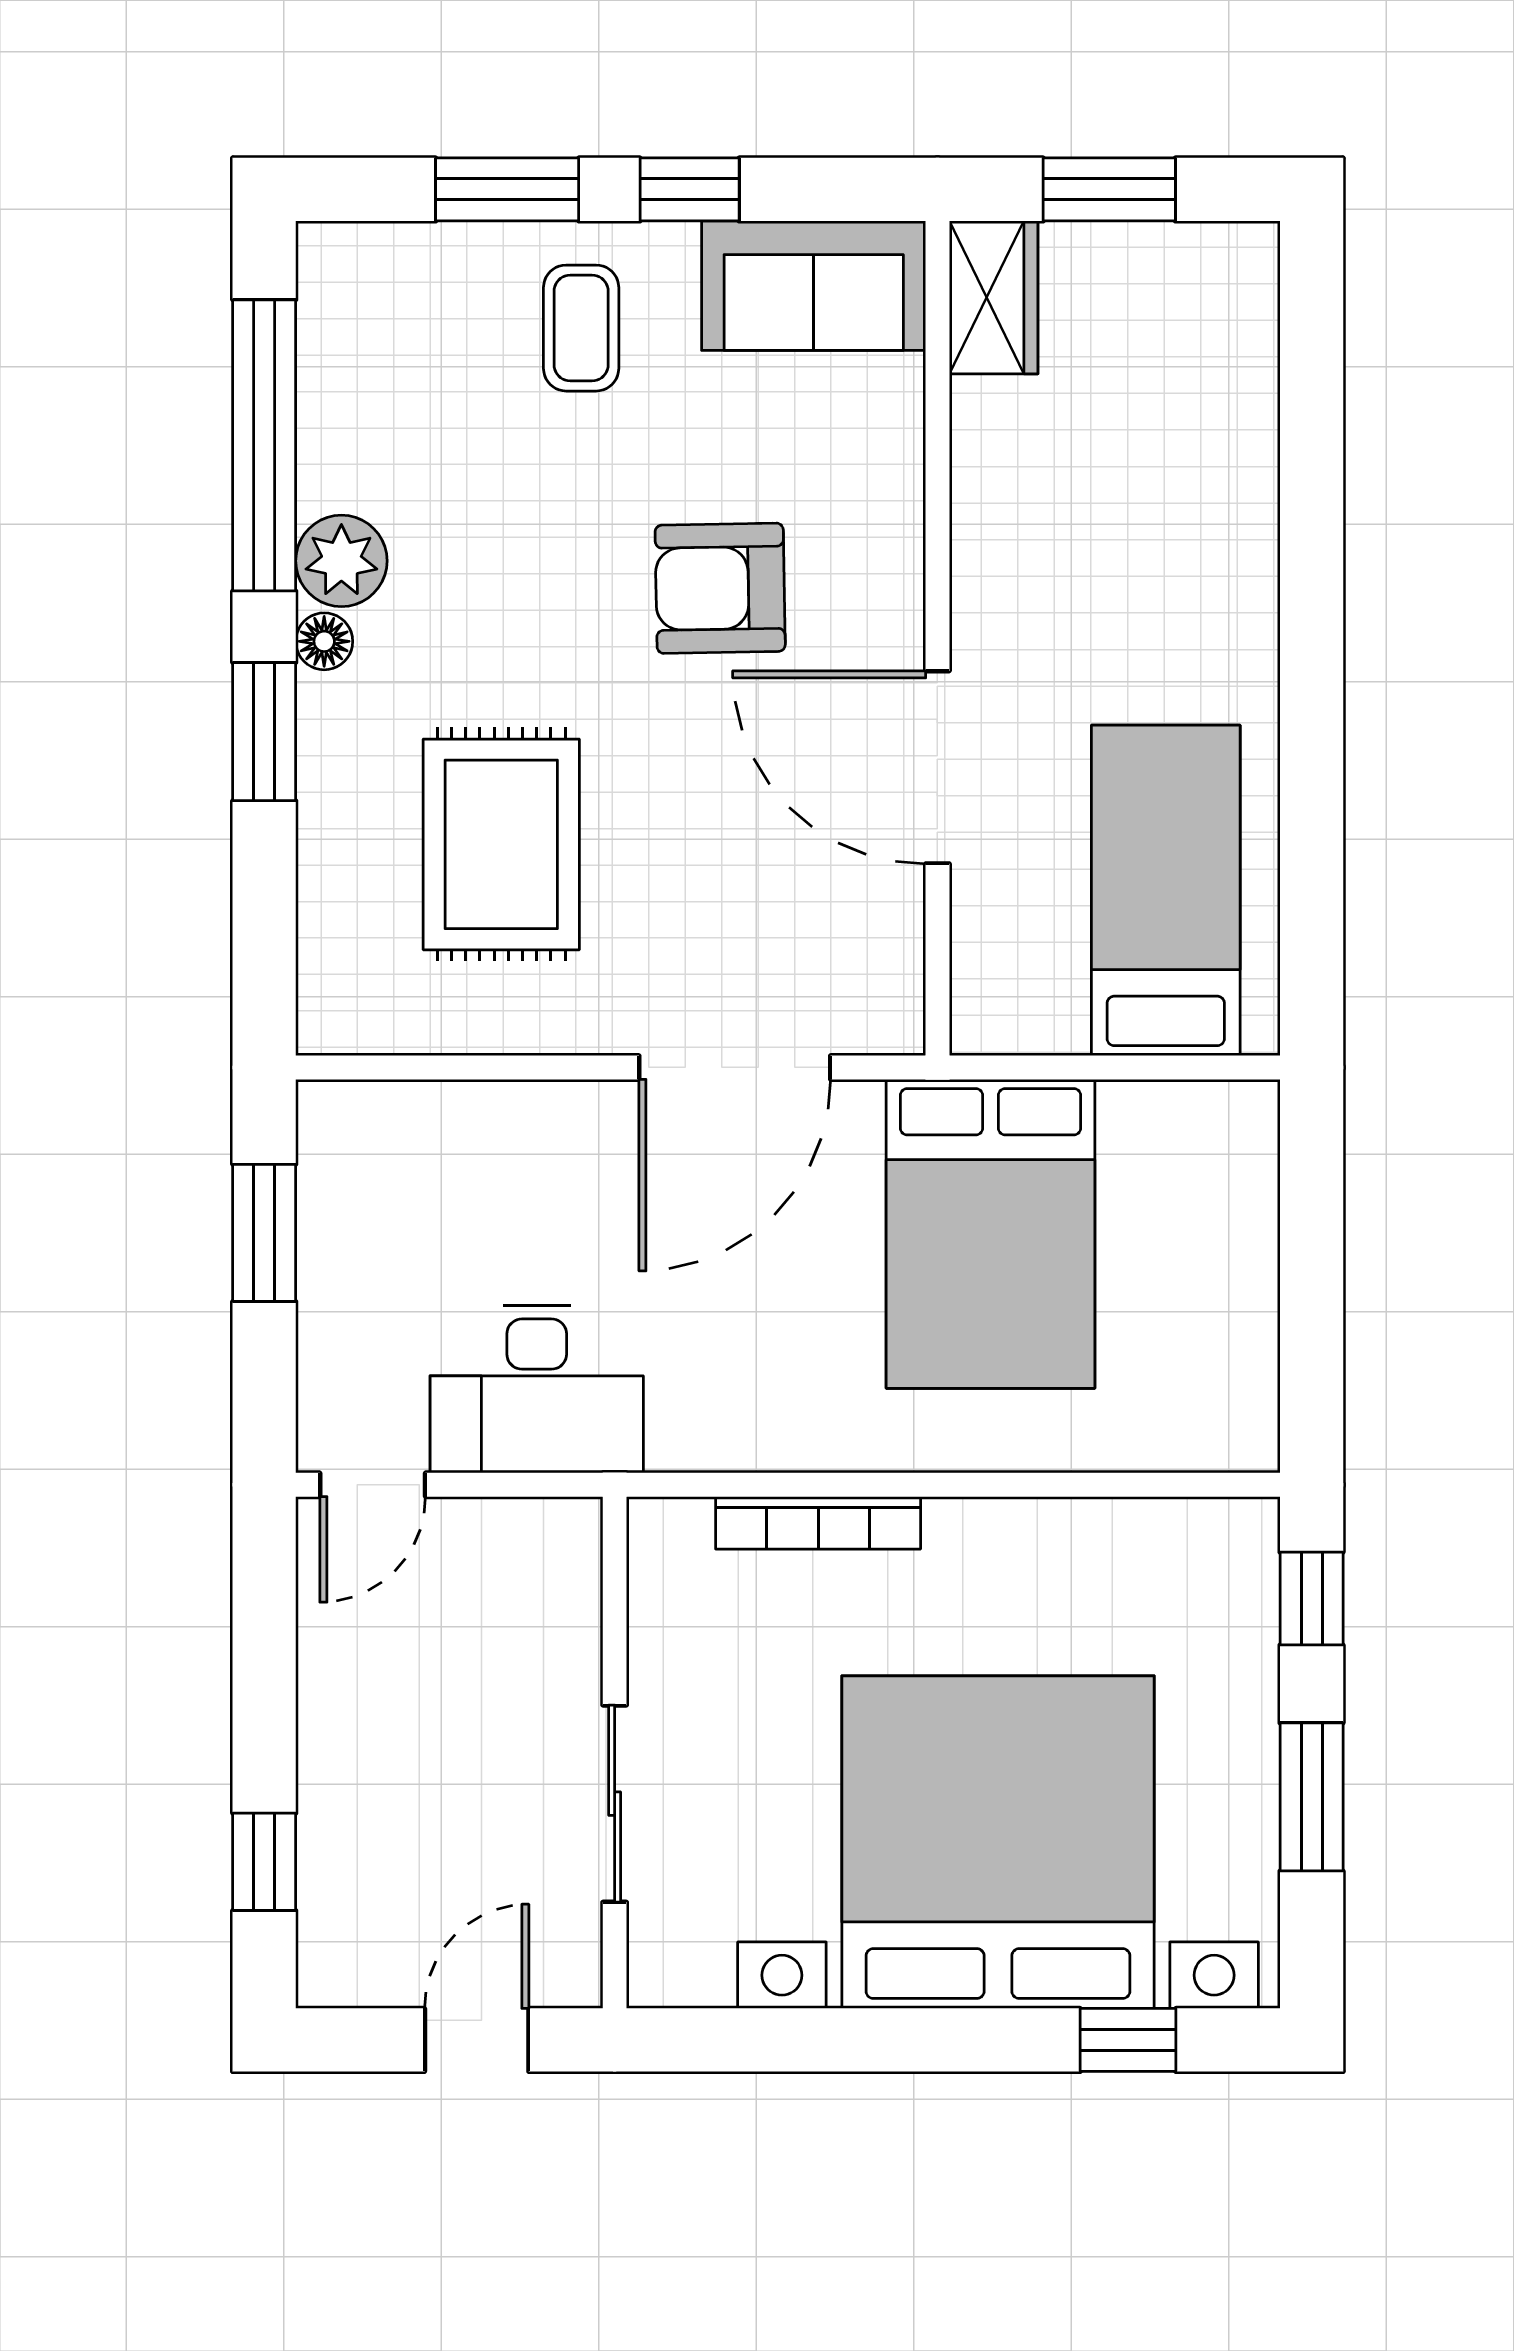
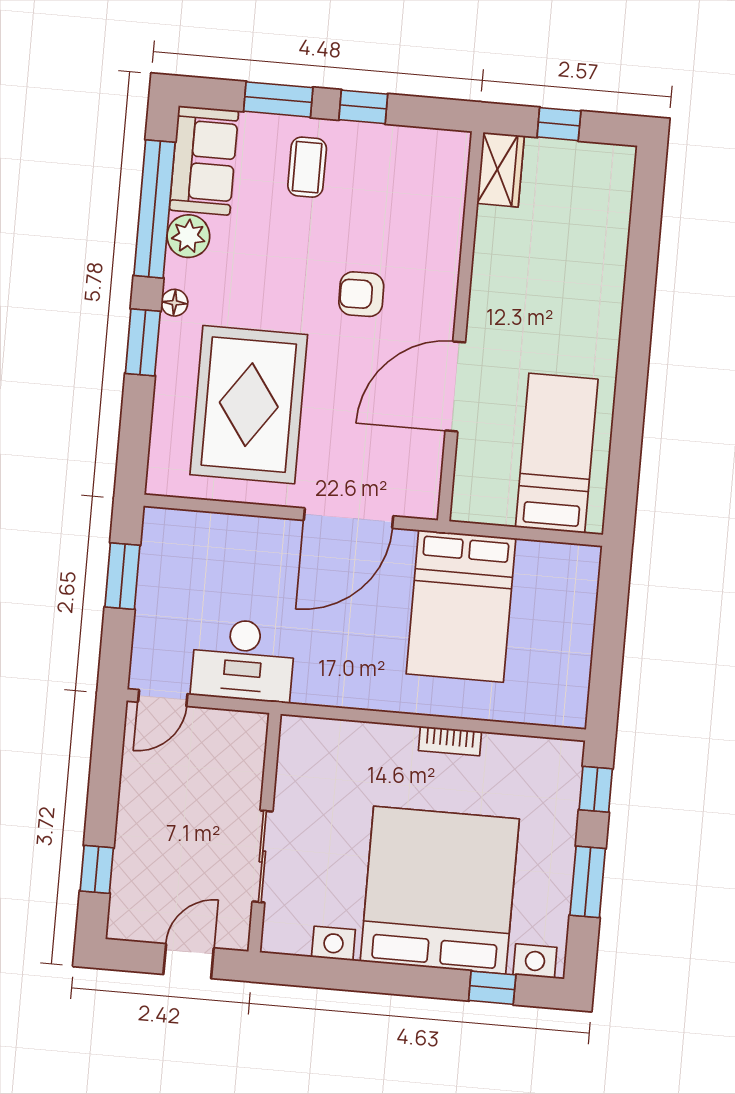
window: (1109, 189) -> (559, 124), width x0.67
sofa: (814, 286) -> (204, 160), moved, turned -90
plant: (341, 561) -> (188, 236), moved
armchair: (720, 588) -> (361, 294), width x0.72, depth x0.72
door: (937, 767) -> (455, 386), hinge flipped
rug: (501, 844) -> (249, 405), width x1.37, depth x1.44
bookcase: (818, 1523) -> (450, 741), moved, width x0.64

